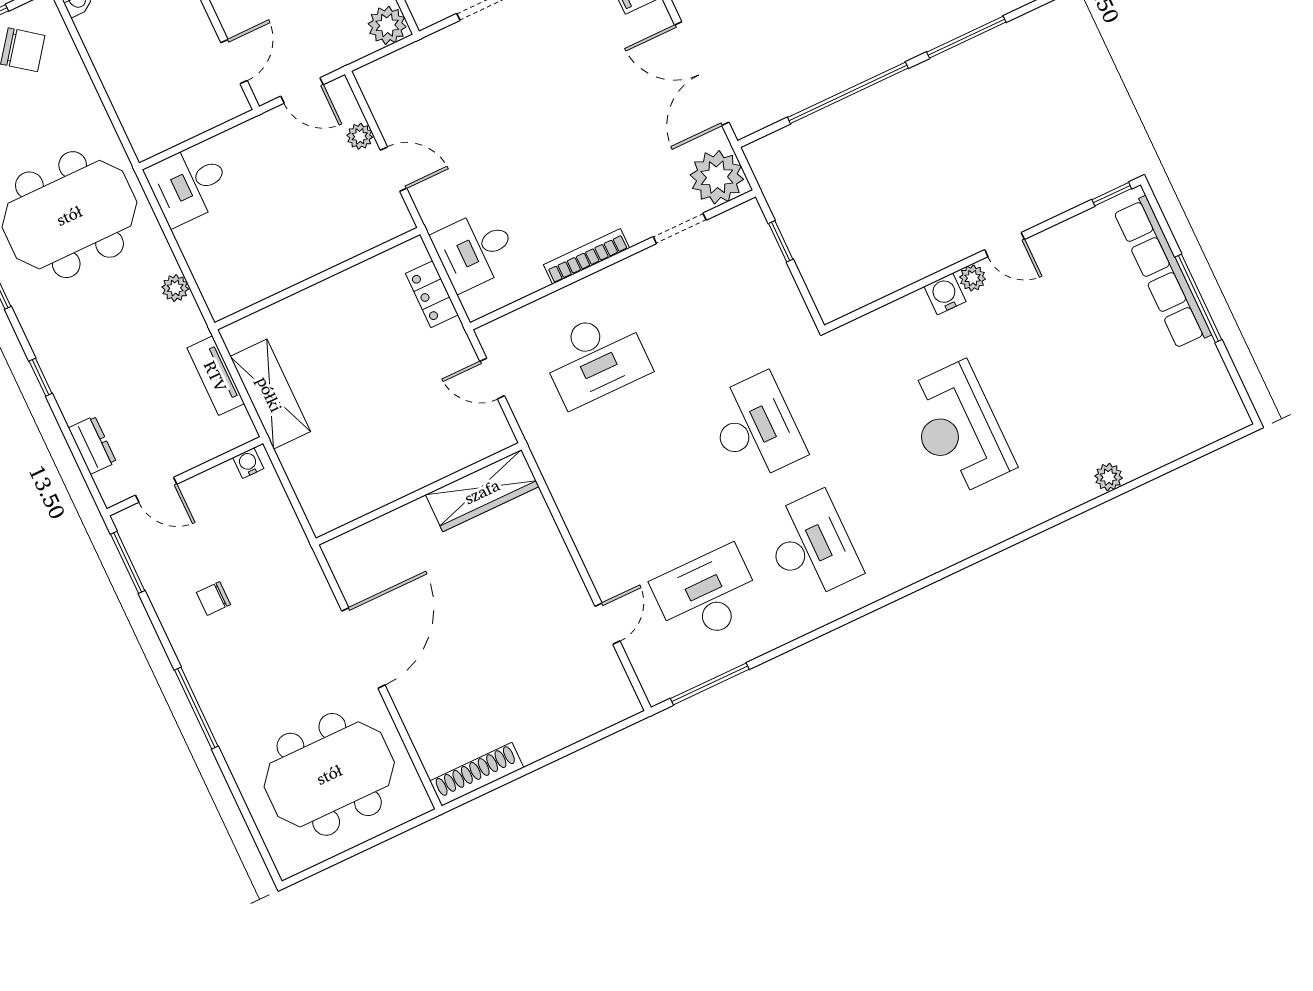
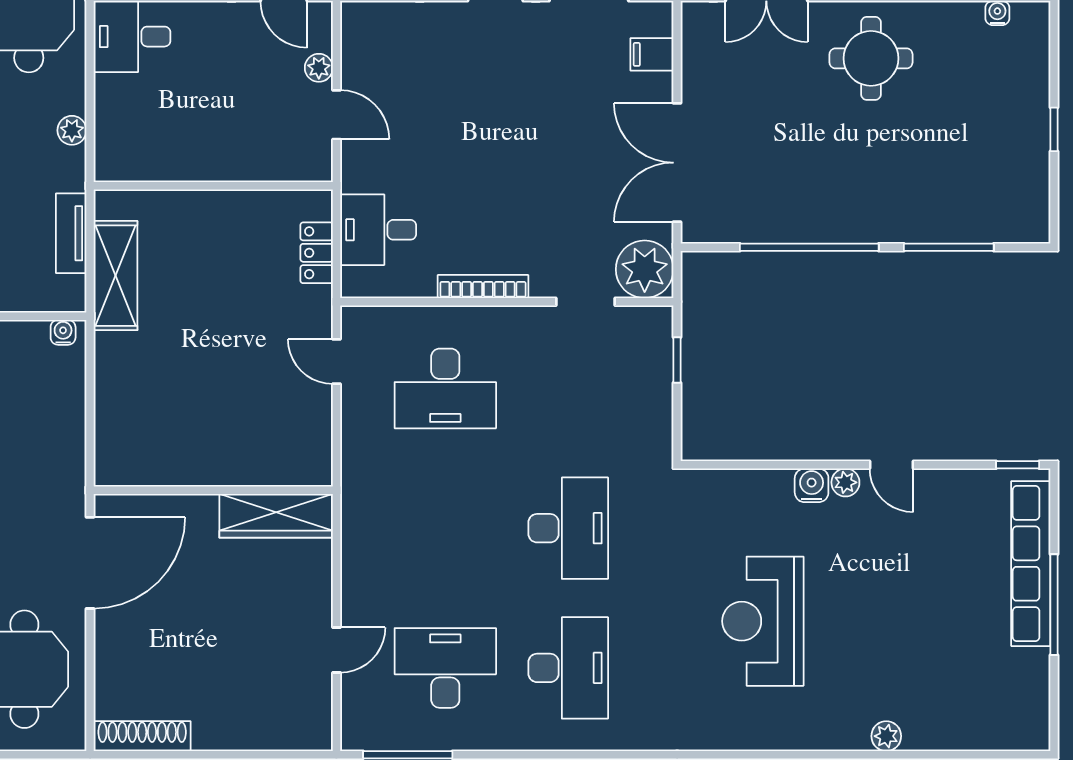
wardrobe: (482, 491) -> (276, 516), moved
wall: (419, 494) -> (213, 490), moved

